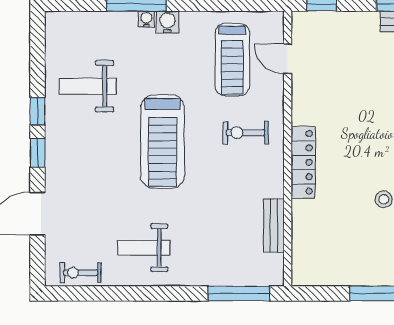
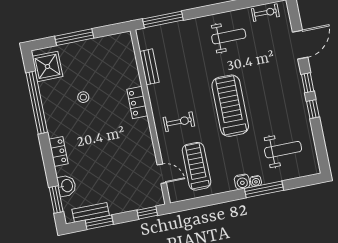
weight bench: (88, 86) -> (283, 150), moved
locker: (303, 162) -> (137, 102), width x0.66

